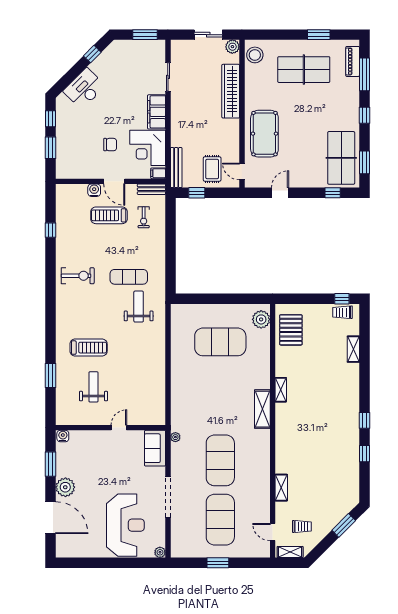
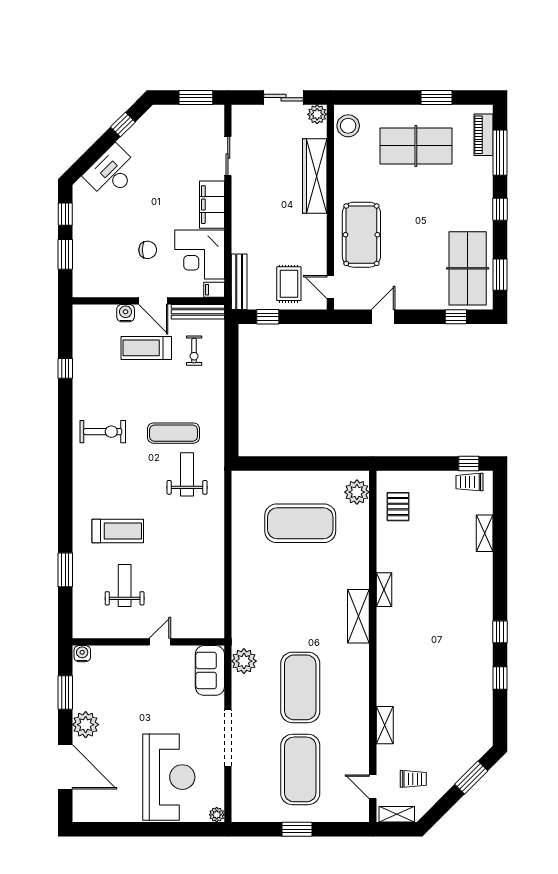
bench: (151, 189) -> (198, 312), width x1.36
pallet: (291, 330) -> (398, 507), width x0.67, depth x0.71
plant: (175, 437) -> (244, 661), width x1.87, depth x1.87

